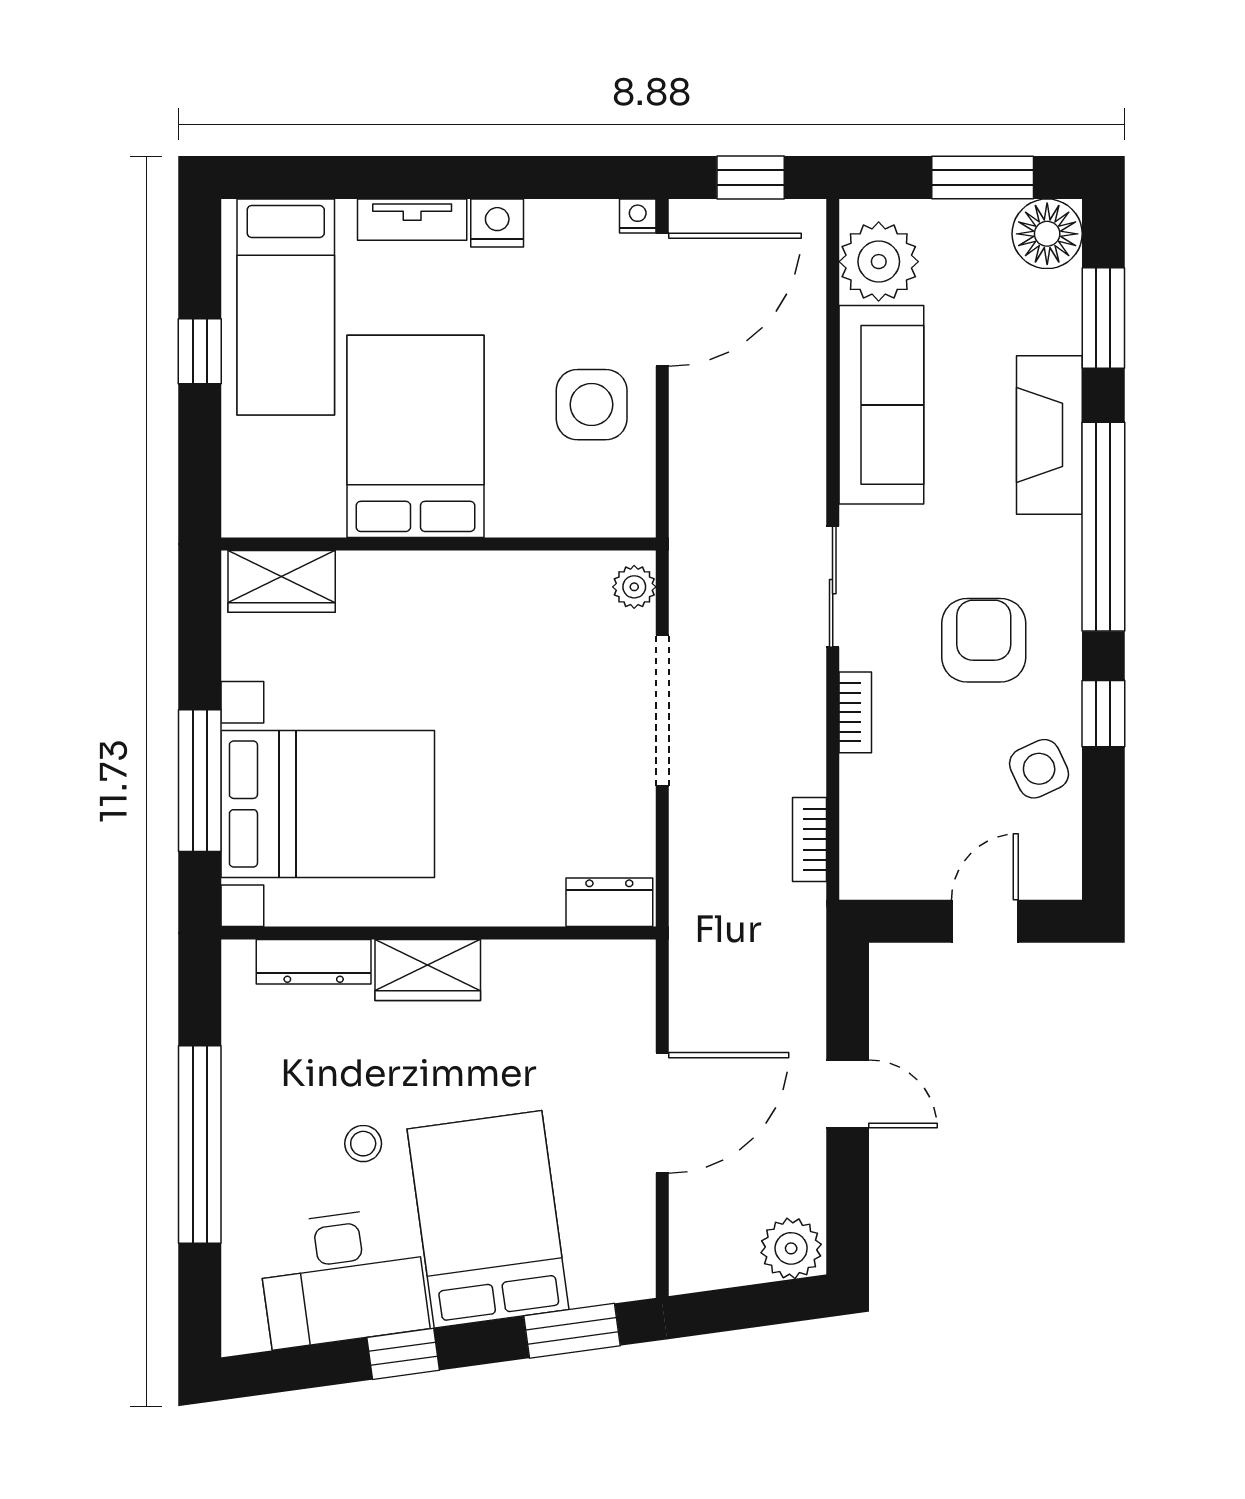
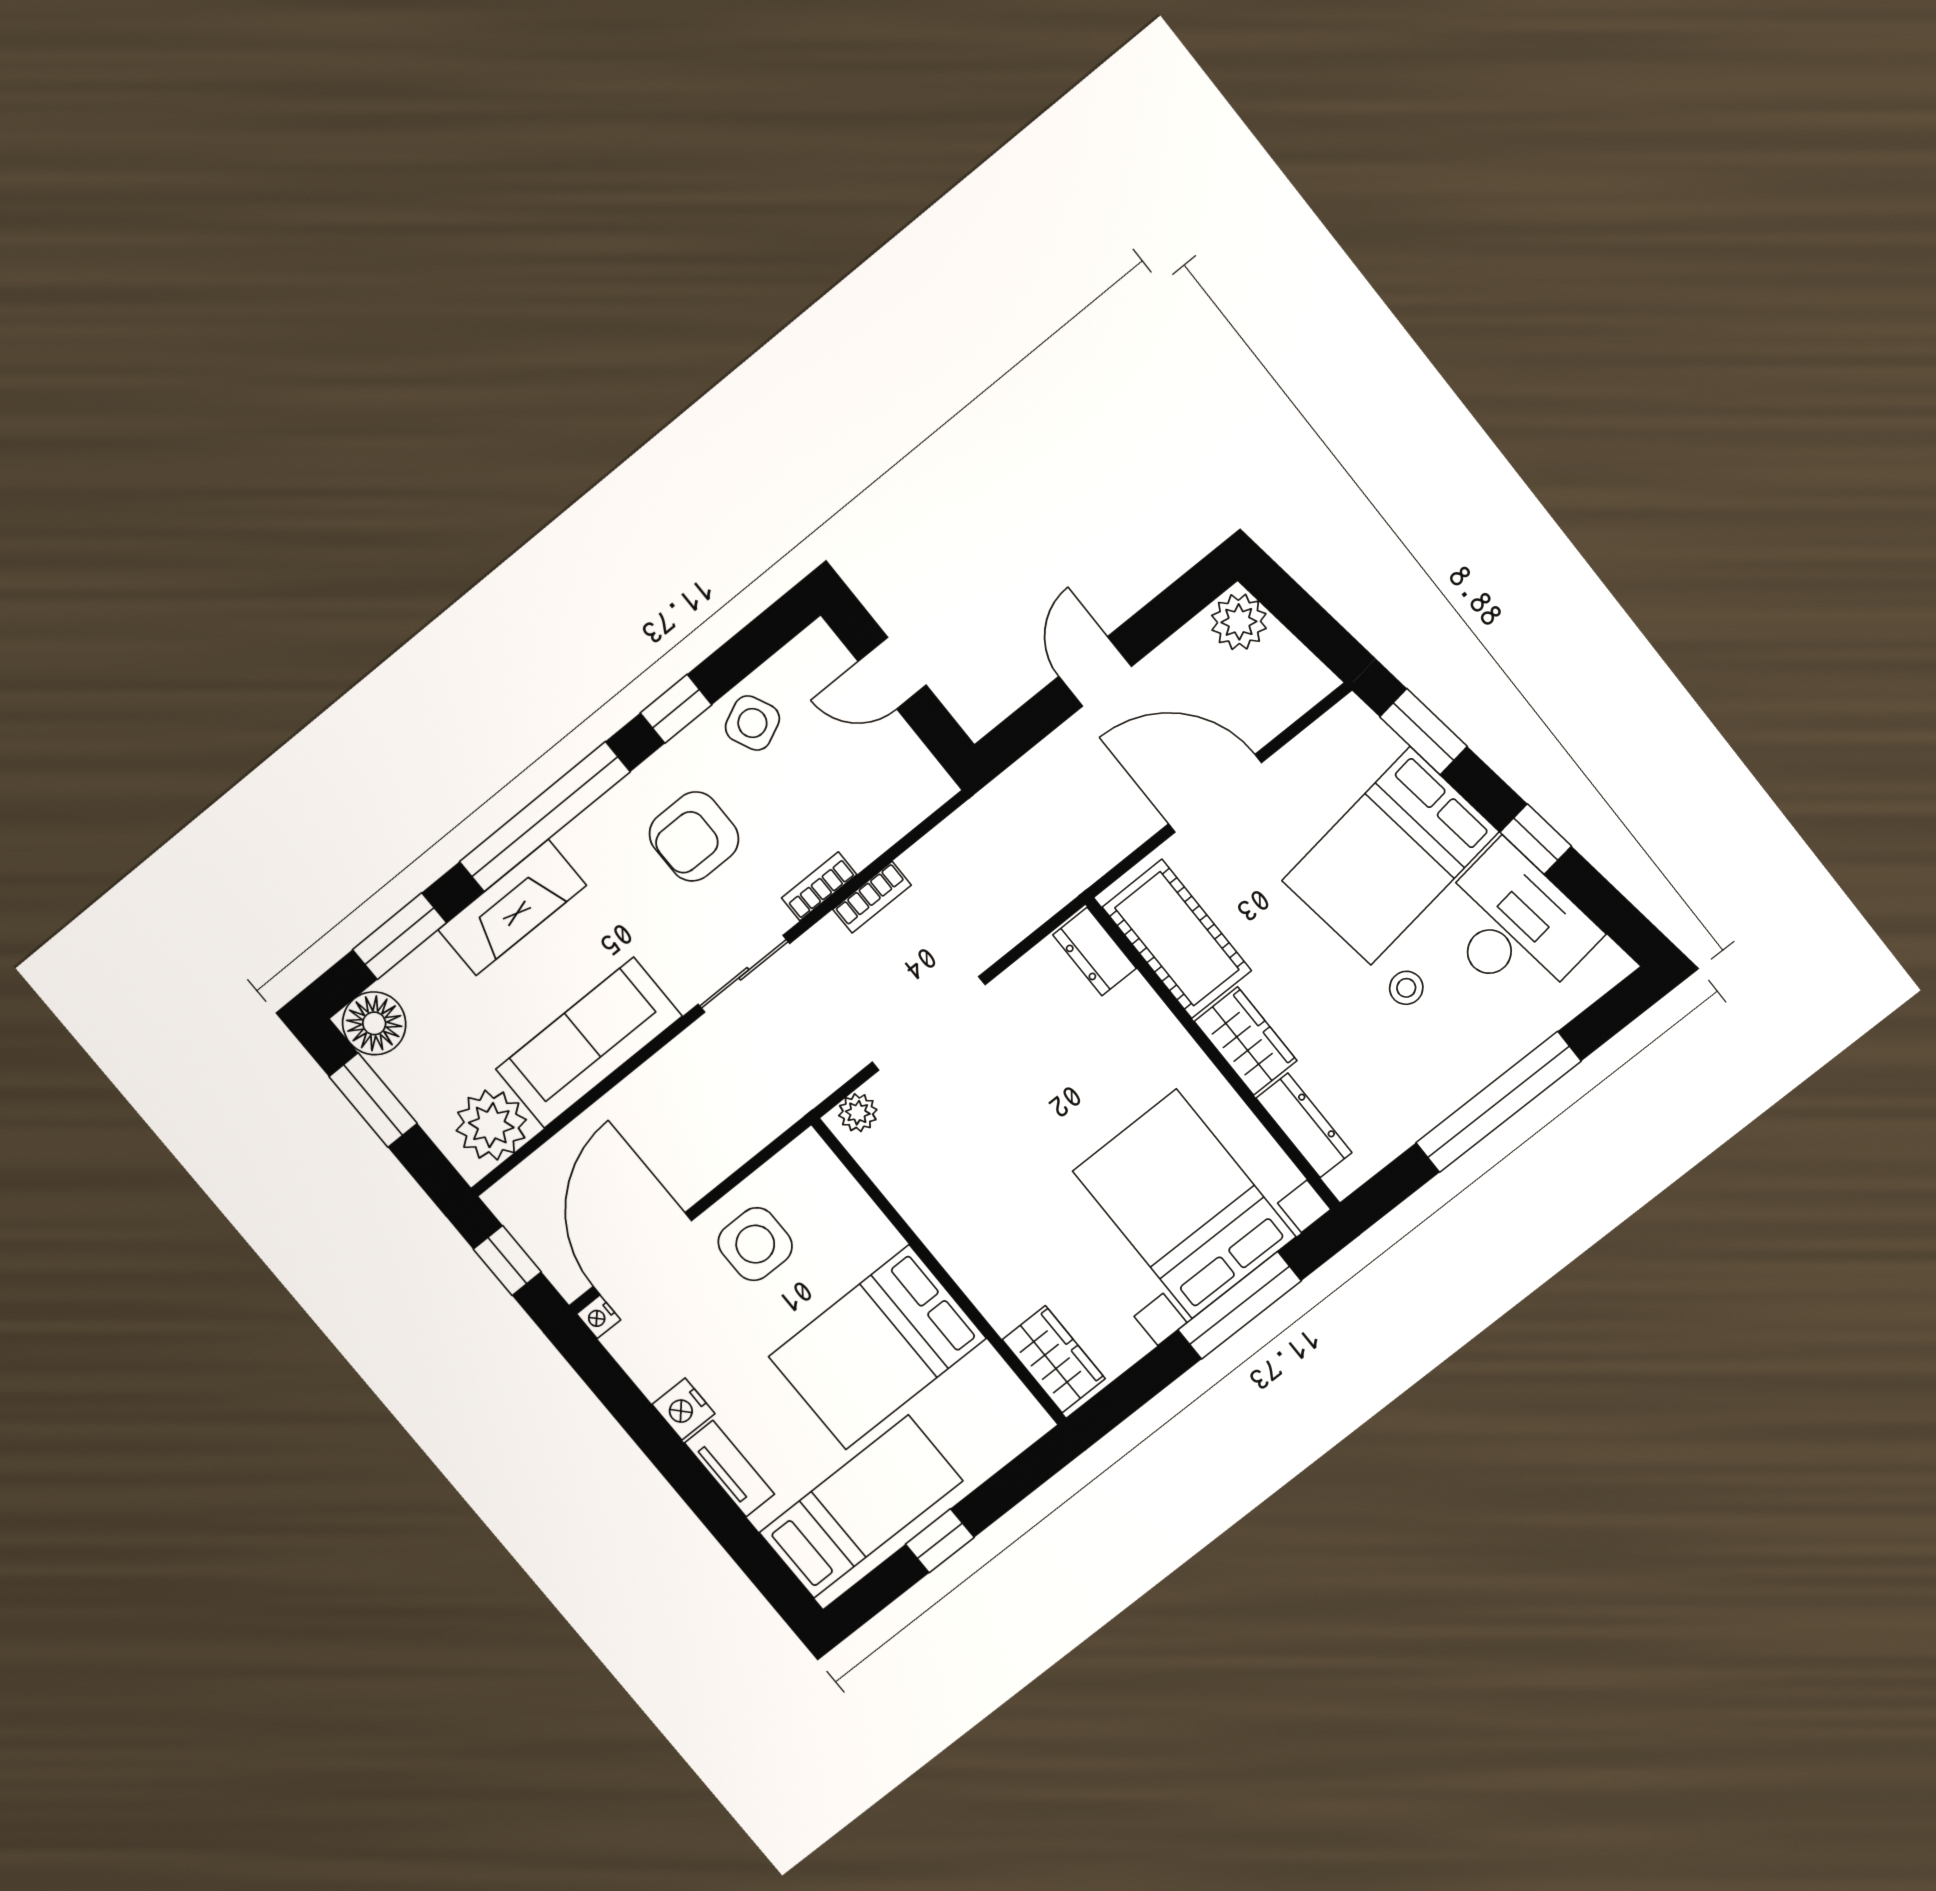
door: (662, 300) -> (642, 1254), hinge flipped
bookcase: (809, 839) -> (872, 897), moved
cot: (564, 981) -> (1177, 939), added

